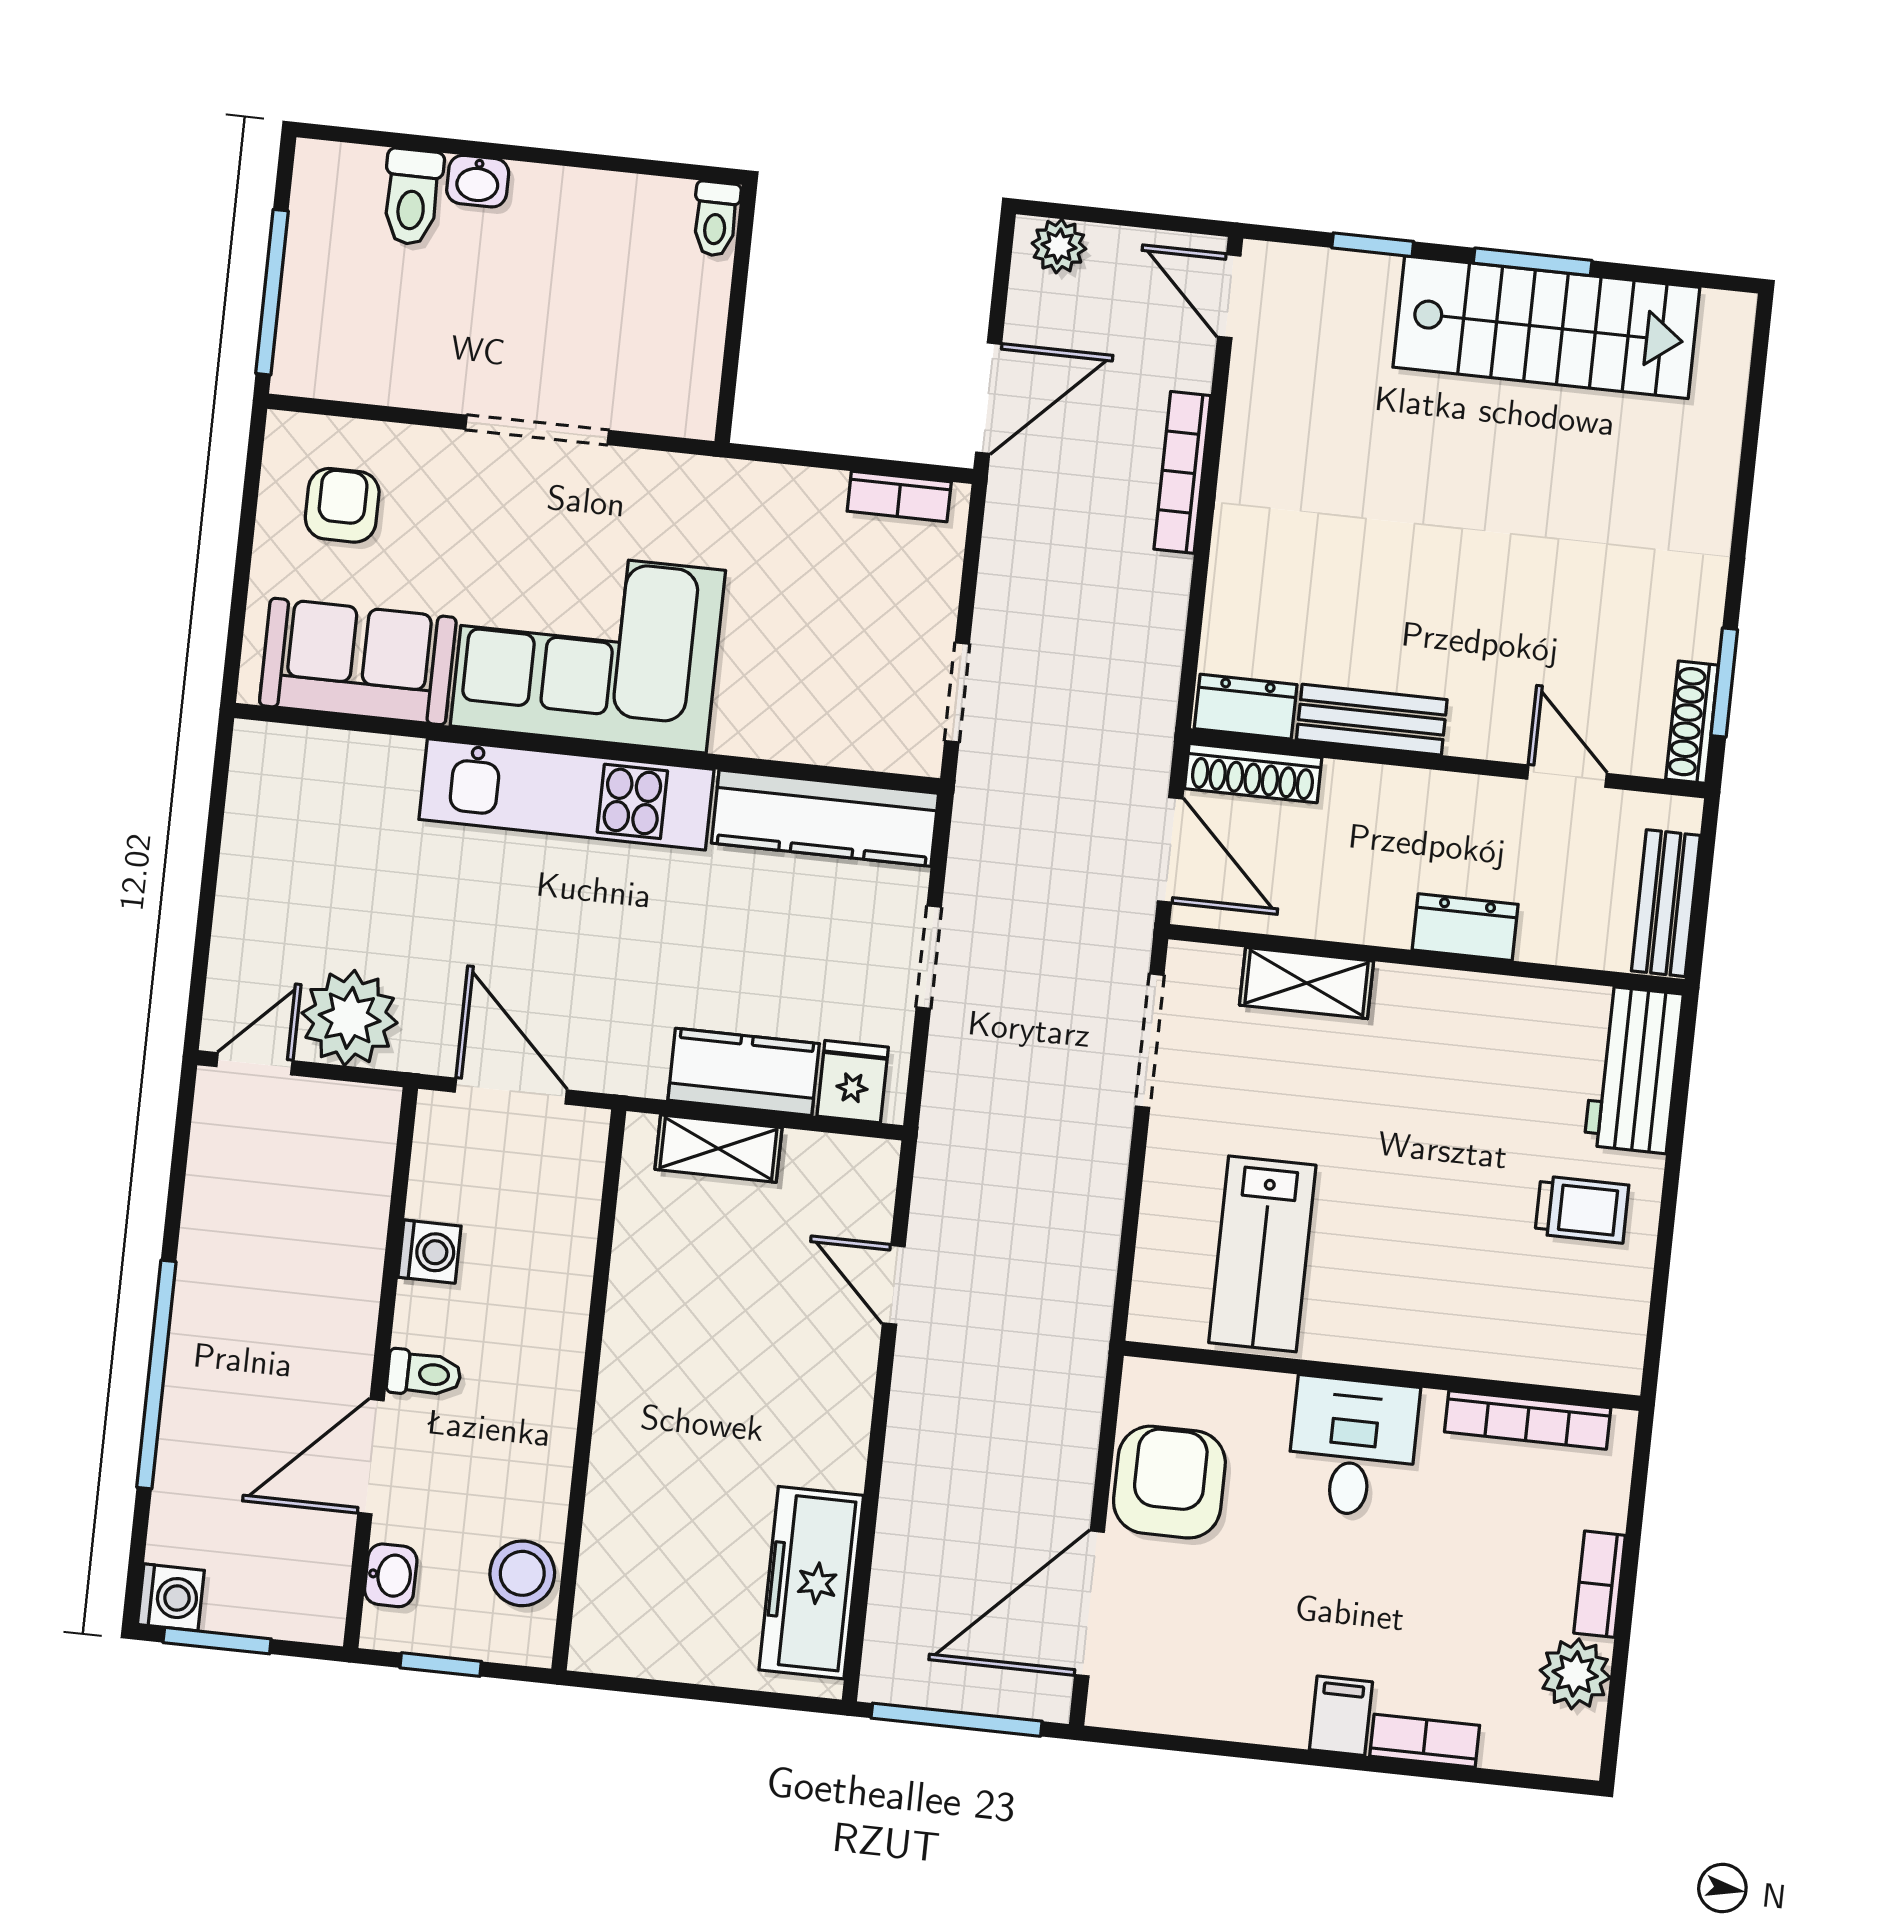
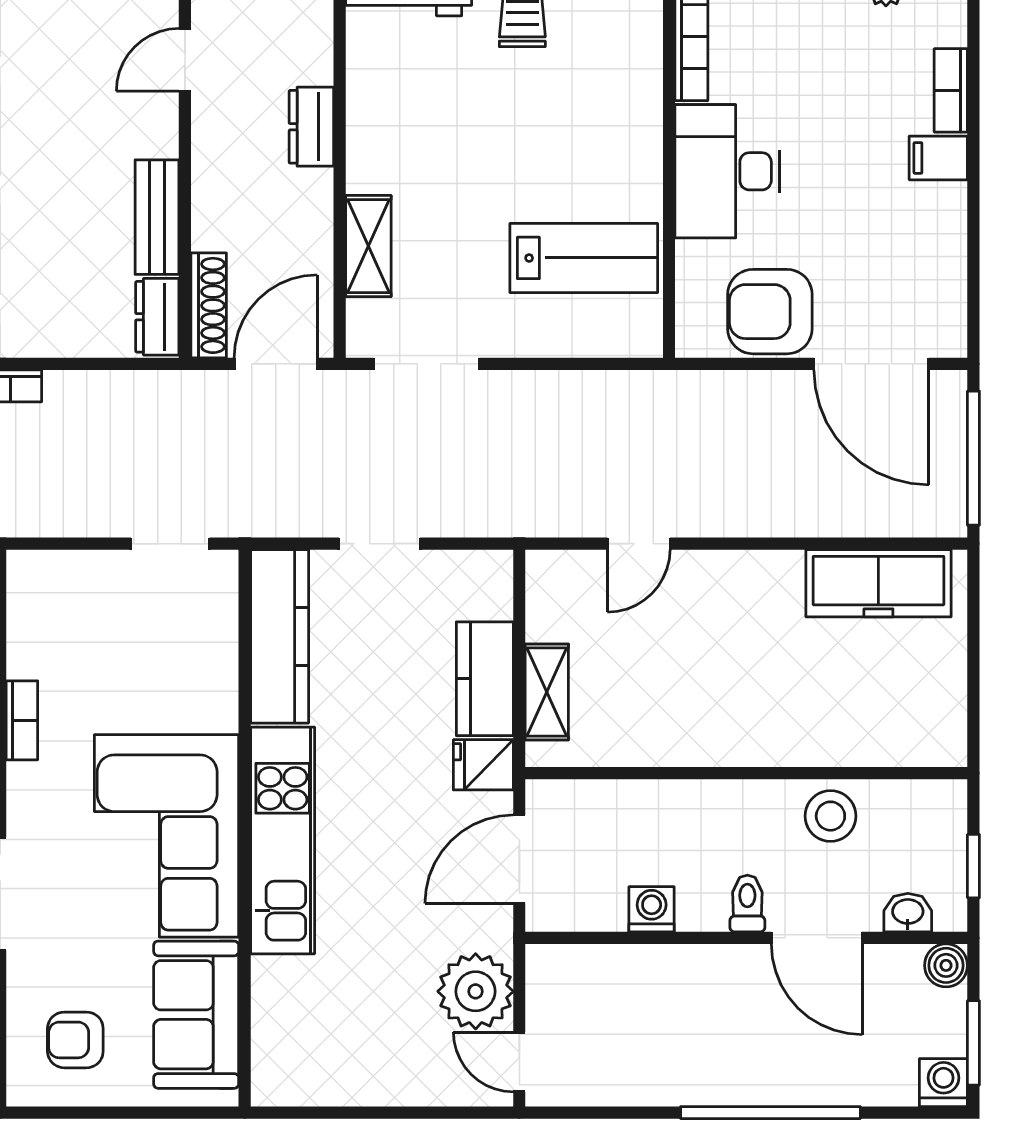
bookcase: (899, 496) -> (22, 720), moved
fridge: (853, 1082) -> (483, 765), moved
desk: (1353, 1447) -> (727, 171), width x1.37
stool: (522, 1573) -> (830, 816), moved
boiler: (319, 1616) -> (946, 965), added

